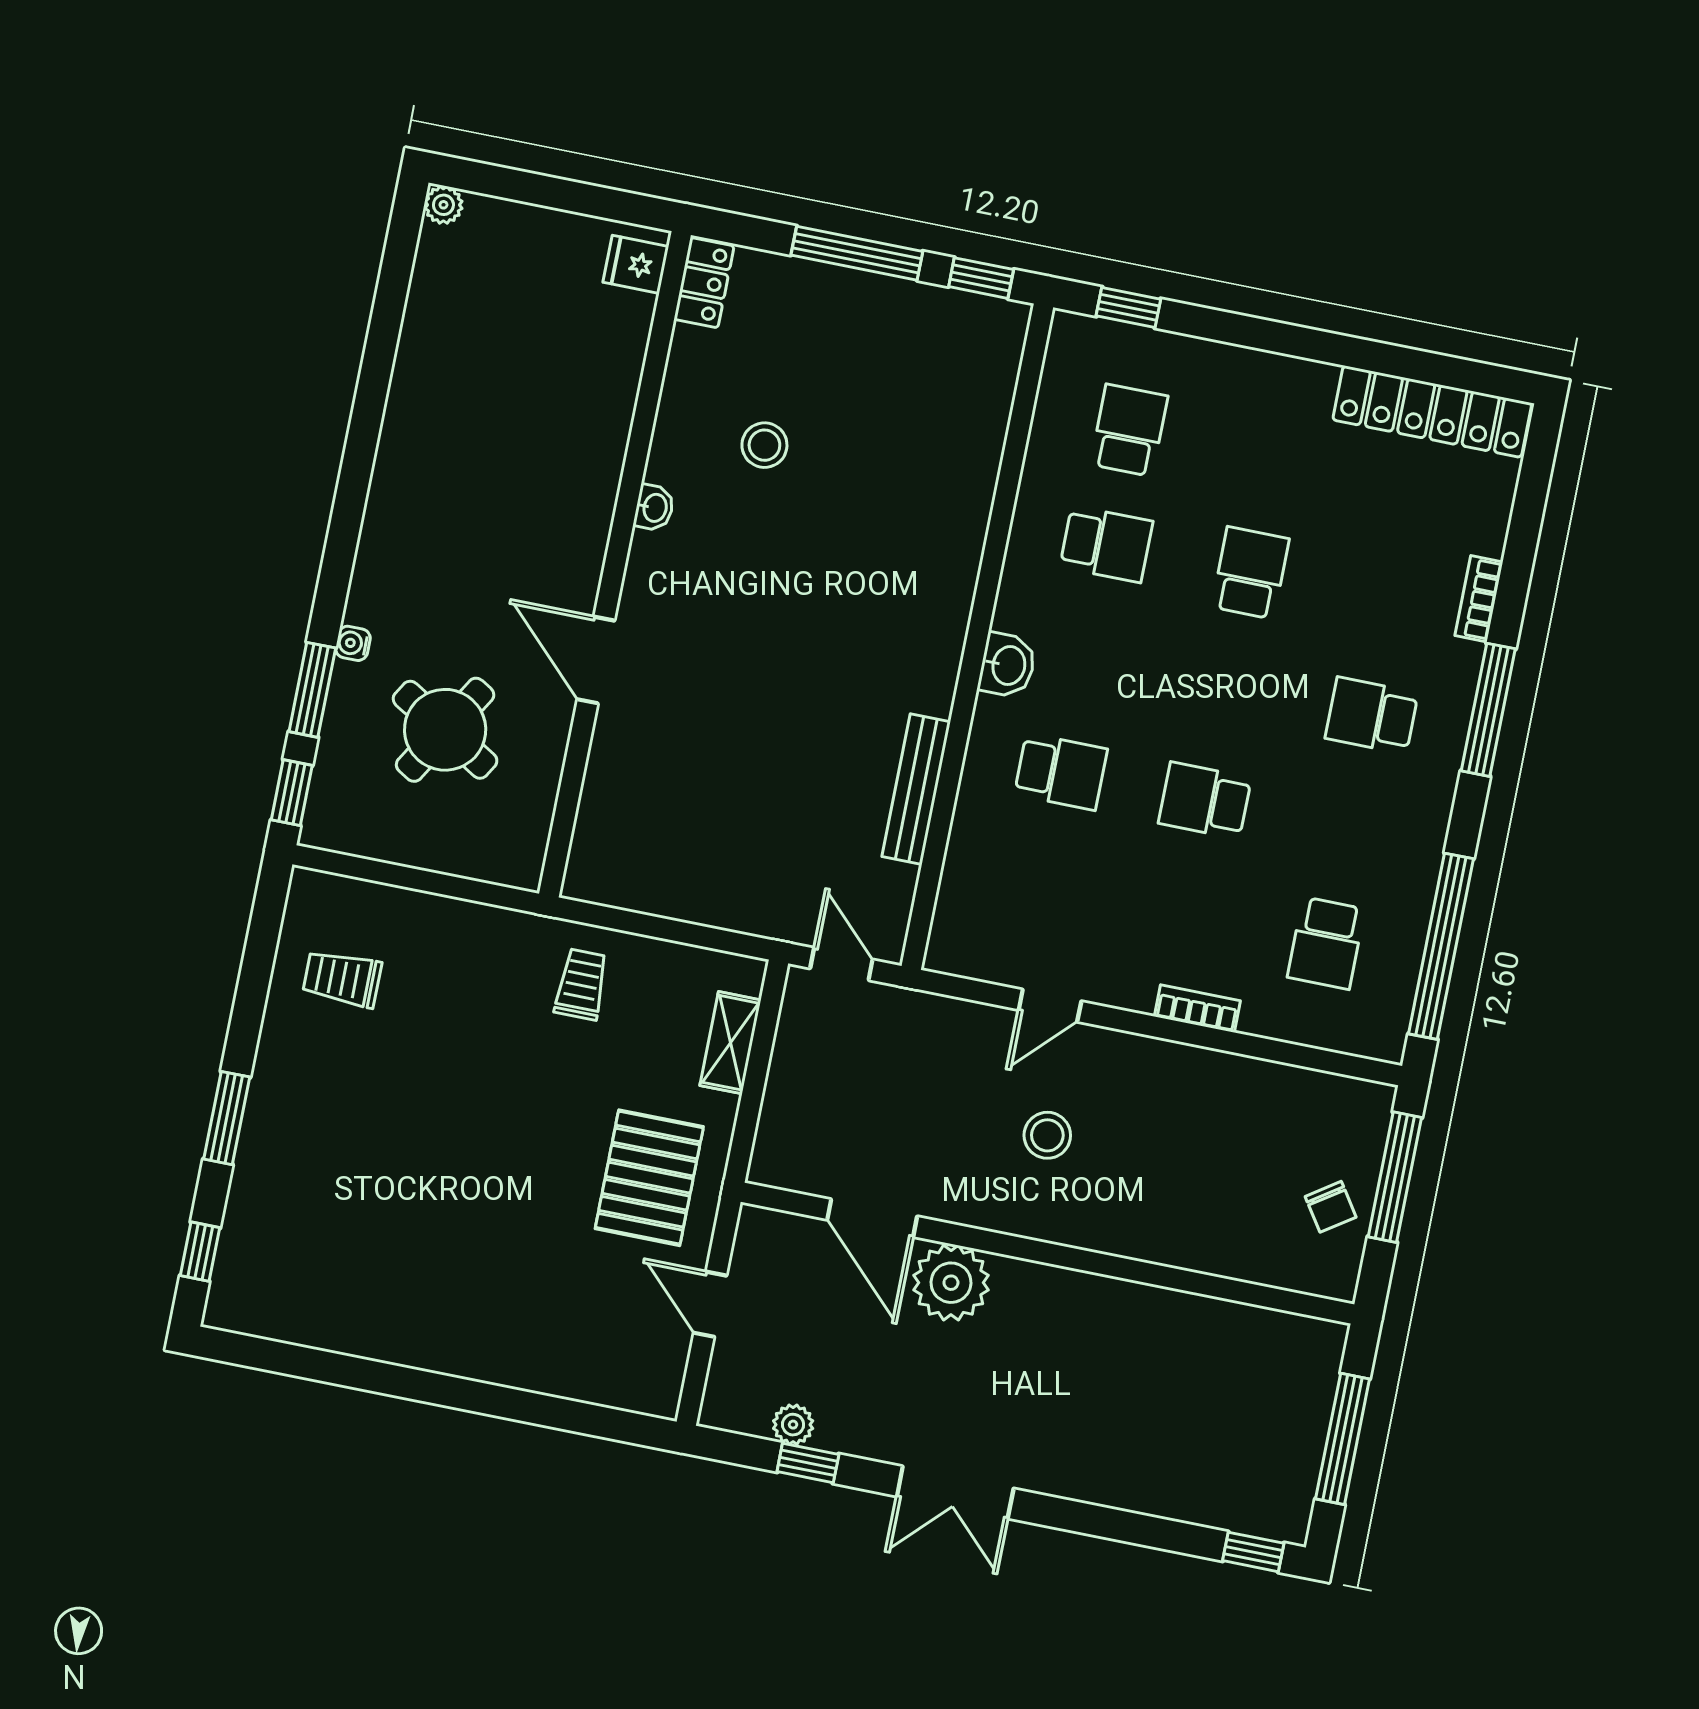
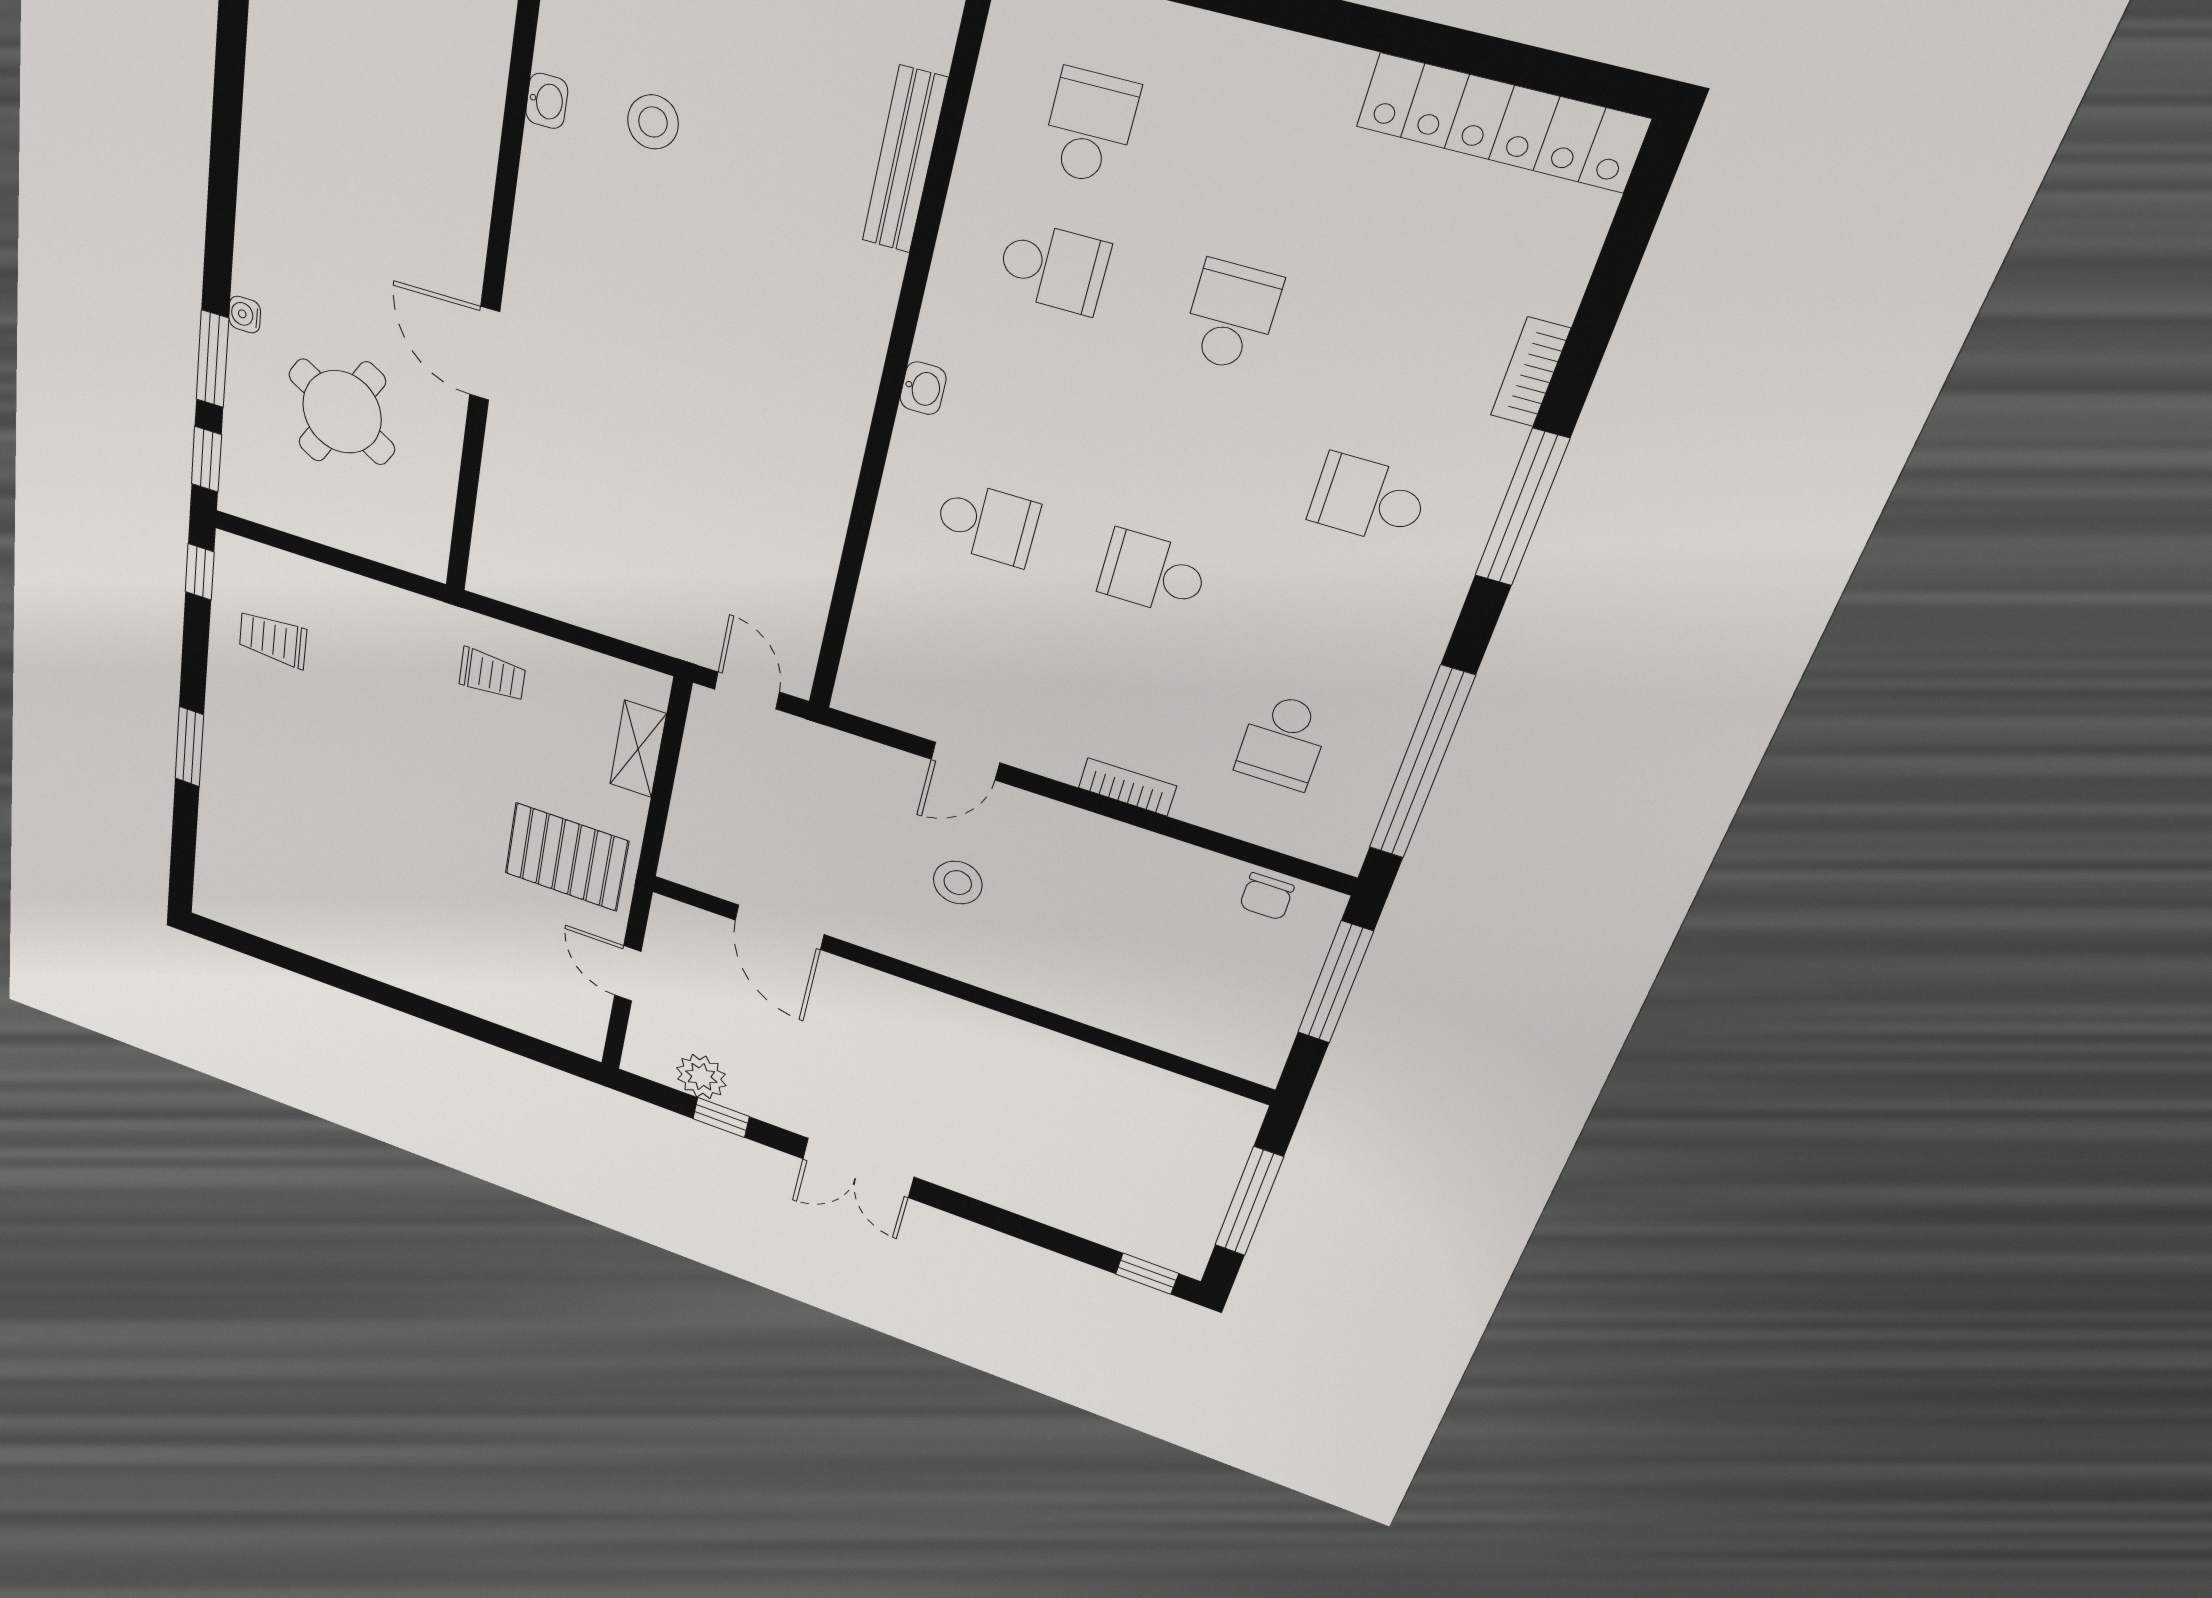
washbasin: (654, 508) -> (547, 101), moved
washbasin: (1007, 665) -> (923, 388), width x0.72, depth x0.69
bench: (916, 789) -> (905, 160), moved
trolley: (581, 984) -> (492, 675), turned 90
pallet: (649, 1178) -> (566, 857), turned 90
chair: (1331, 1207) -> (1267, 897), moved, turned 34
window: (200, 1252) -> (200, 572), moved
plant: (951, 1283) -> (857, 996), removed
plant: (793, 1425) -> (701, 1077), width x1.38, depth x1.38

